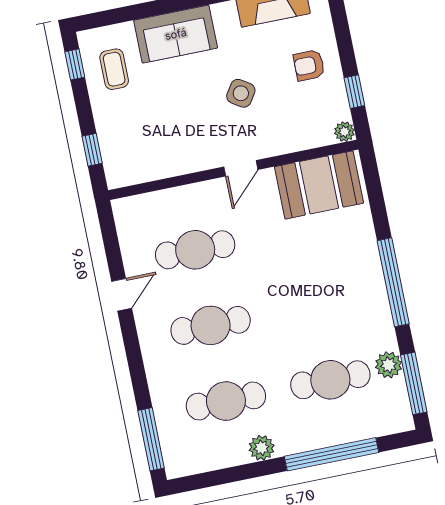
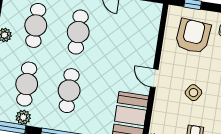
armchair: (146, 129) -> (193, 36), added
cafe table: (195, 250) -> (69, 91), moved

